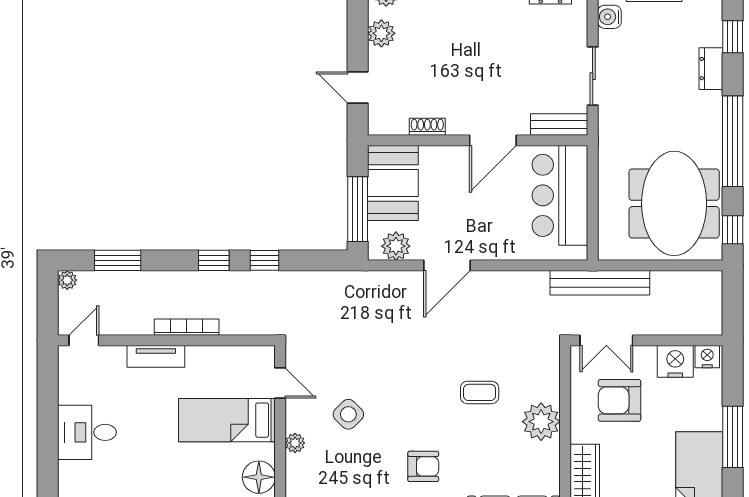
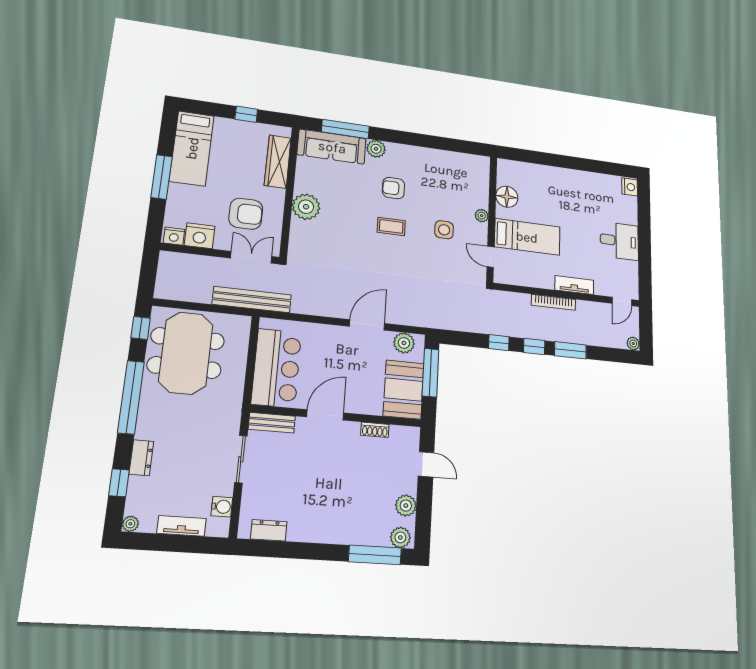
window: (118, 260) -> (570, 350), moved
coffee table: (480, 392) -> (391, 226), moved
side table: (348, 414) -> (444, 230), turned 45

